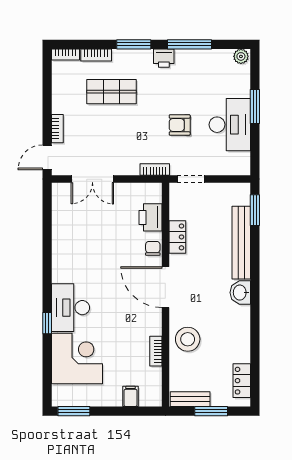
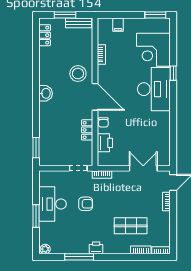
window: (134, 44) -> (116, 257), removed
bench: (241, 243) -> (45, 126), removed
desk: (71, 308) -> (154, 89), width x1.36, depth x1.30
stool: (188, 339) -> (78, 74), moved

